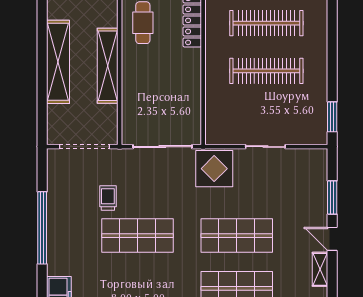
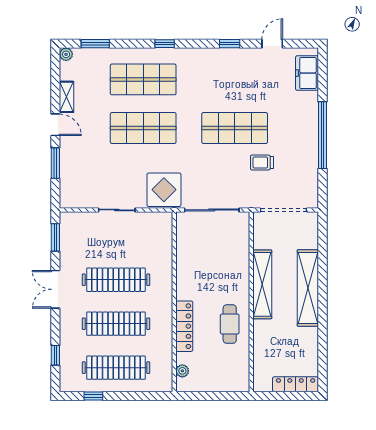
double door: (332, 60) -> (55, 289), added
trolley: (108, 198) -> (262, 163), turned 90

